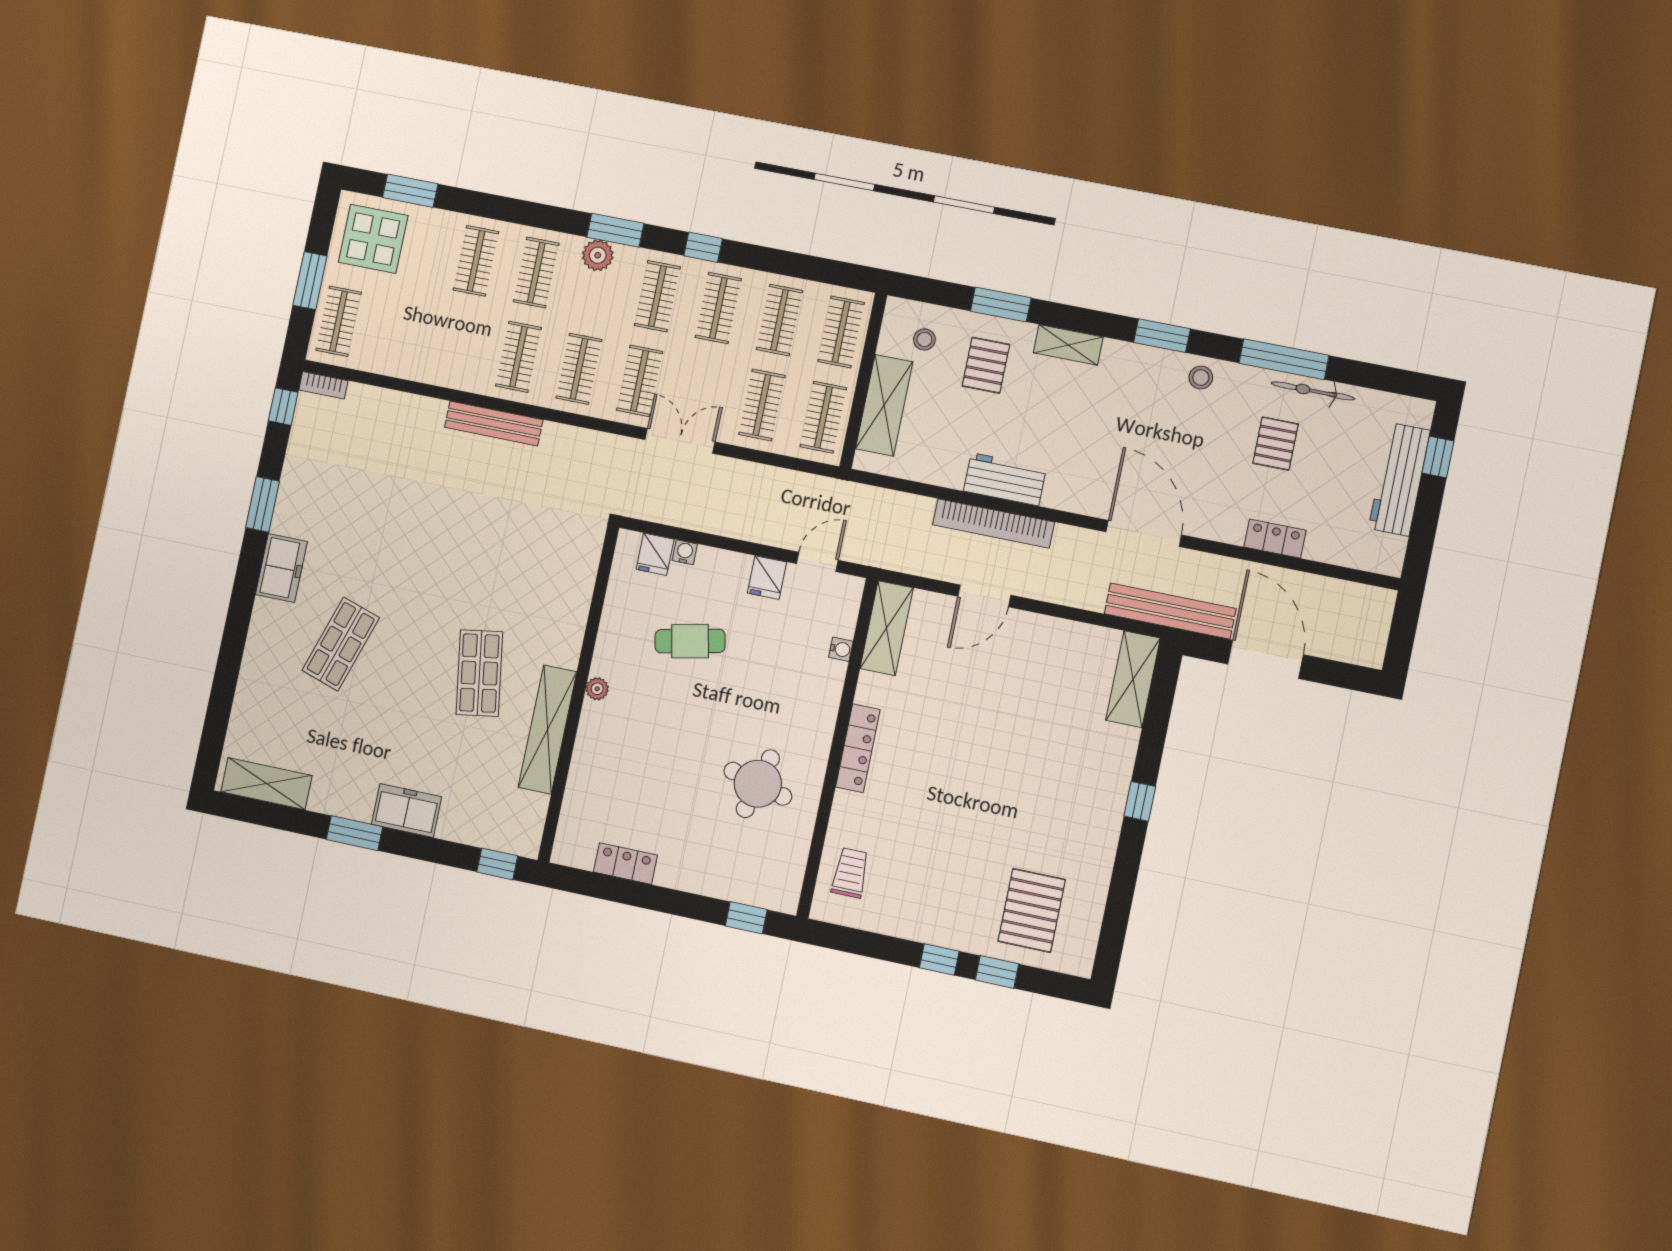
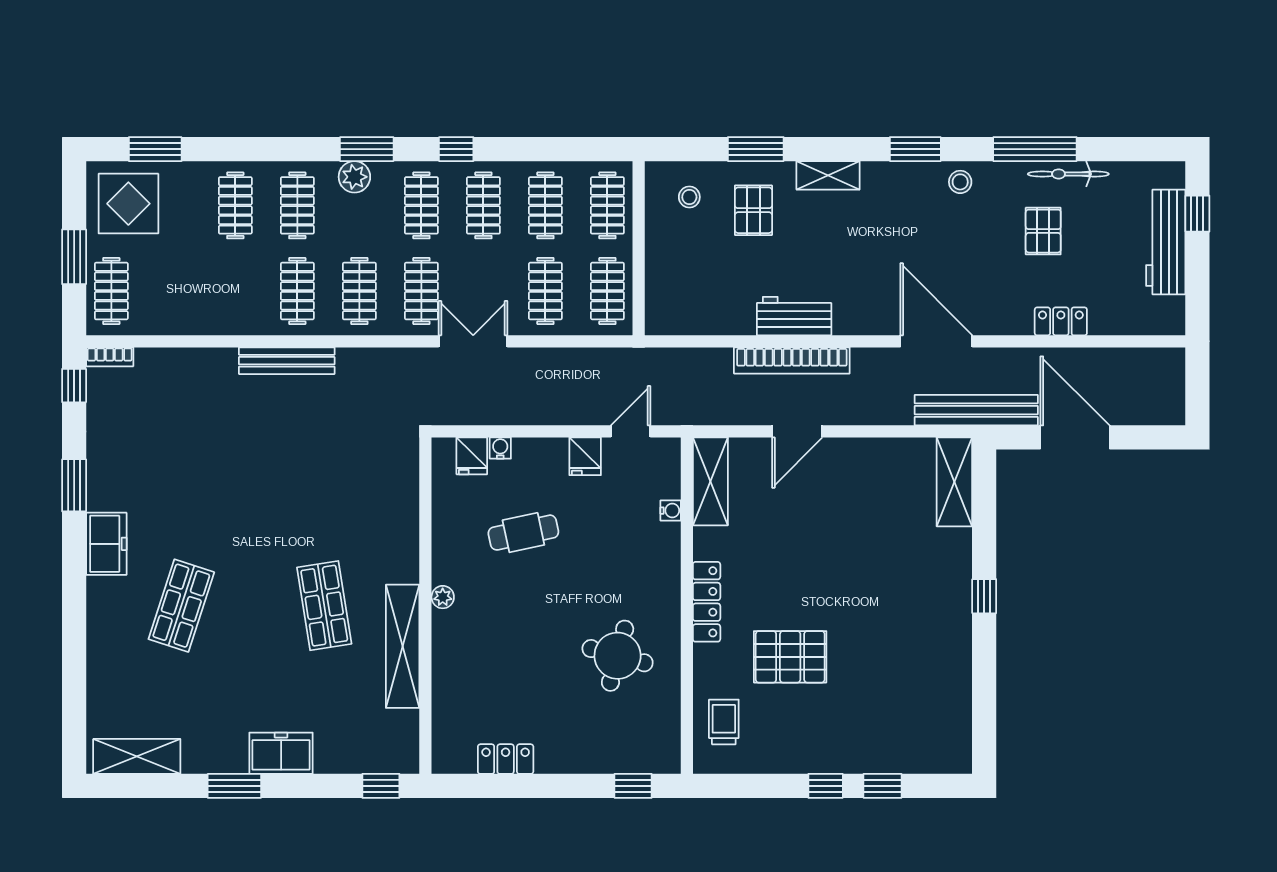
shelving: (884, 405) -> (664, 268), removed
pallet: (1032, 910) -> (790, 657), moved, turned 90

